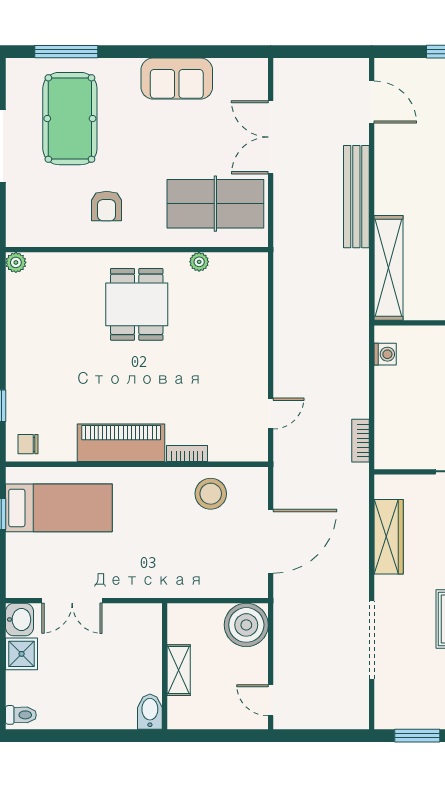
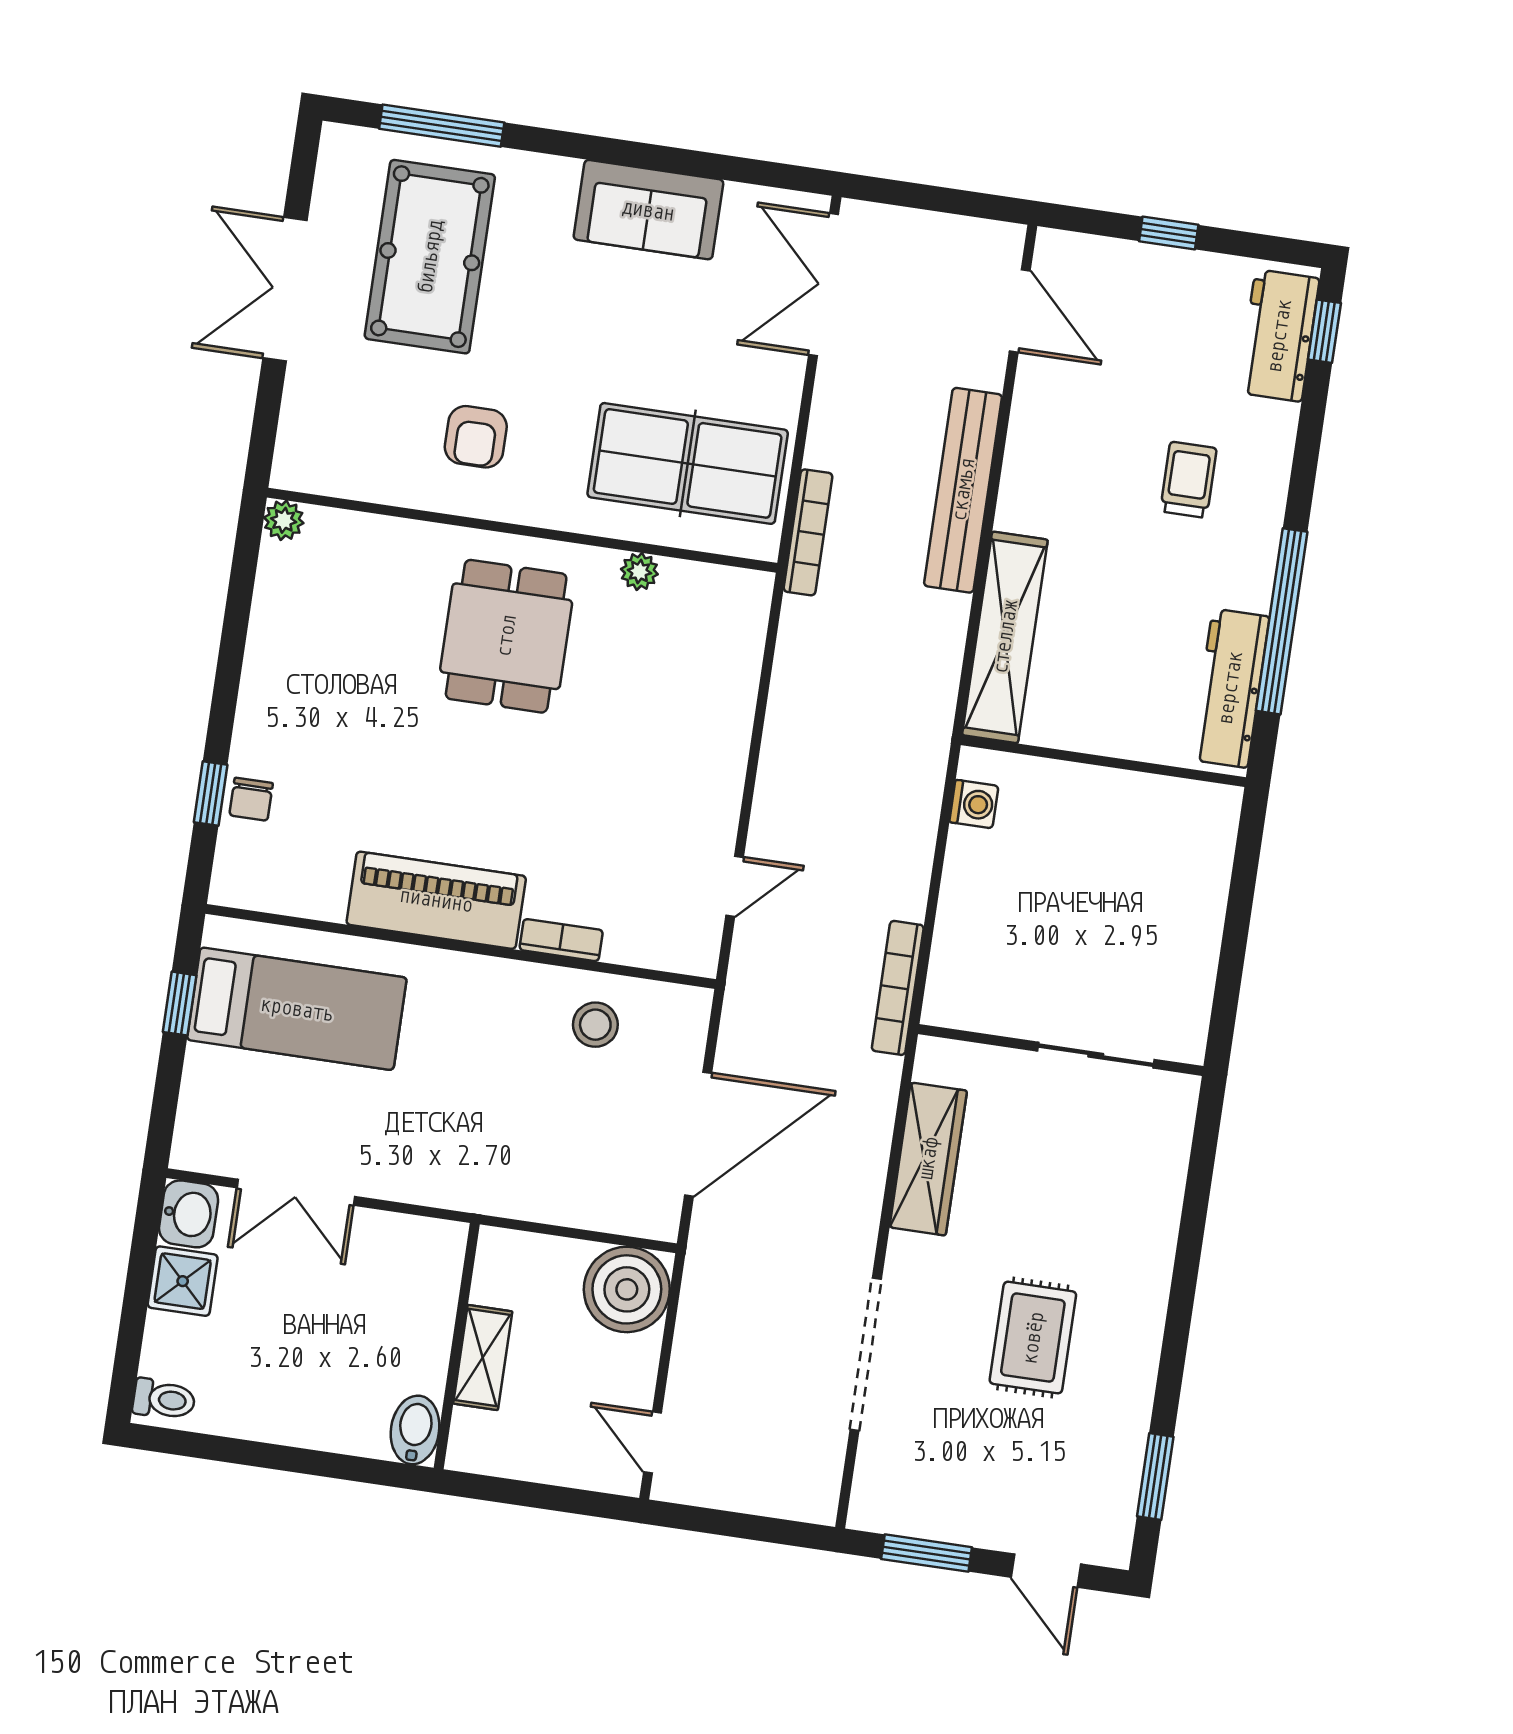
double door: (271, 137) -> (824, 285), moved
bookcase: (281, 229) -> (808, 532), added
bookcase: (360, 441) -> (898, 988), width x1.56
chair: (28, 444) -> (251, 799), moved, turned -90
stool: (211, 494) -> (595, 1025), width x0.73, depth x0.73

